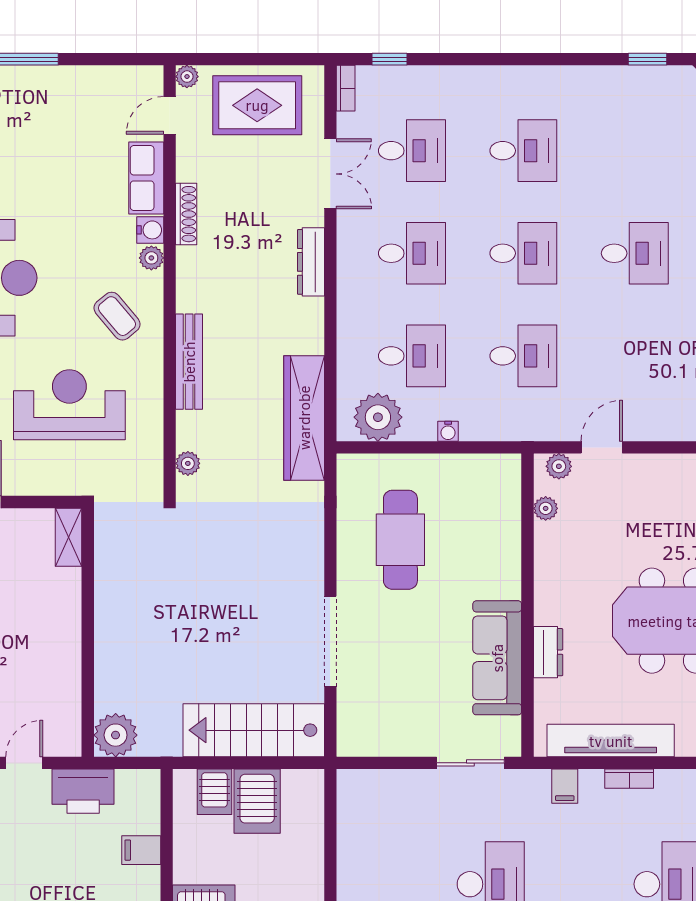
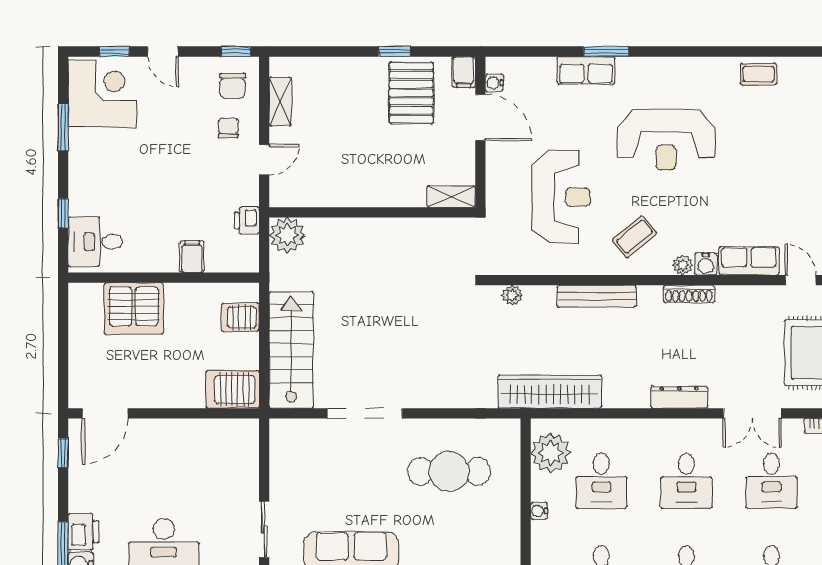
shoe rack: (186, 214) -> (689, 294), moved
door: (24, 763) -> (264, 160), hinge flipped
printer: (83, 791) -> (247, 220), width x0.53, depth x0.68
server rack: (257, 801) -> (232, 389), moved

